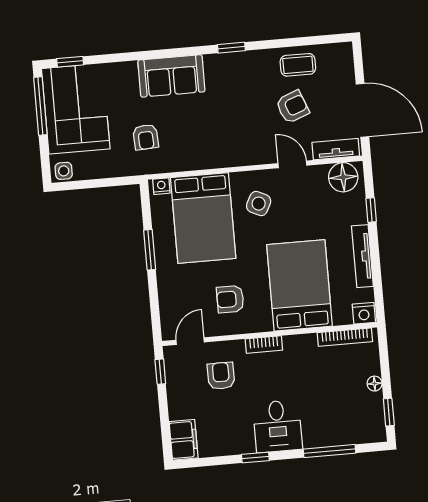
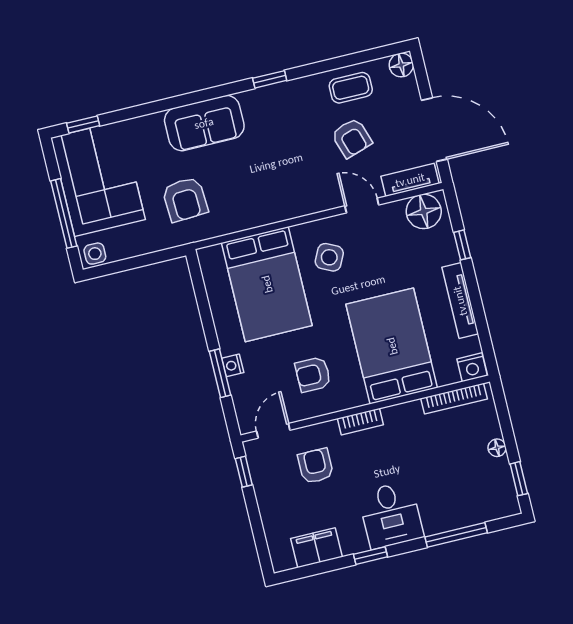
floor lamp: (343, 52) -> (401, 65), added
window: (40, 106) -> (64, 213), moved
armchair: (292, 107) -> (352, 138), turned 93
armchair: (146, 137) -> (185, 199), width x1.38, depth x1.38
nightstand: (161, 186) -> (233, 365), moved, turned -90
window: (150, 250) -> (220, 373), moved
filing cabinet: (184, 440) -> (316, 548), moved, turned -90

